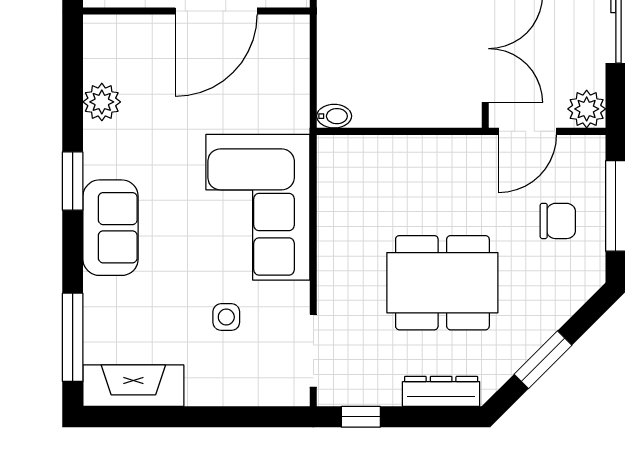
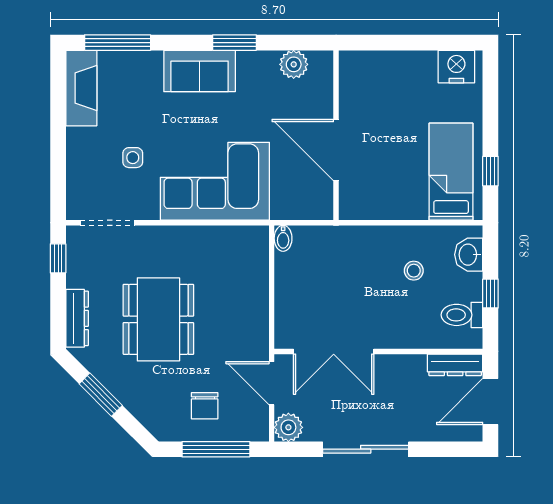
wall: (196, 11) -> (336, 135), moved
door: (216, 11) -> (336, 150), moved

